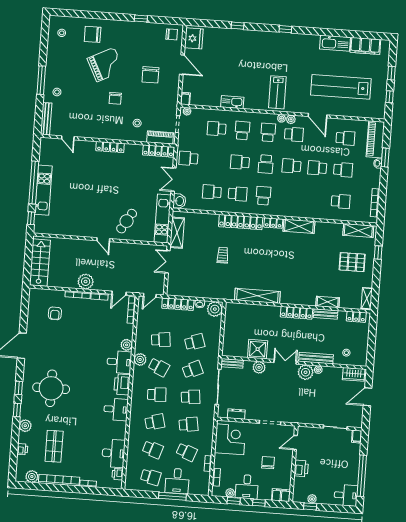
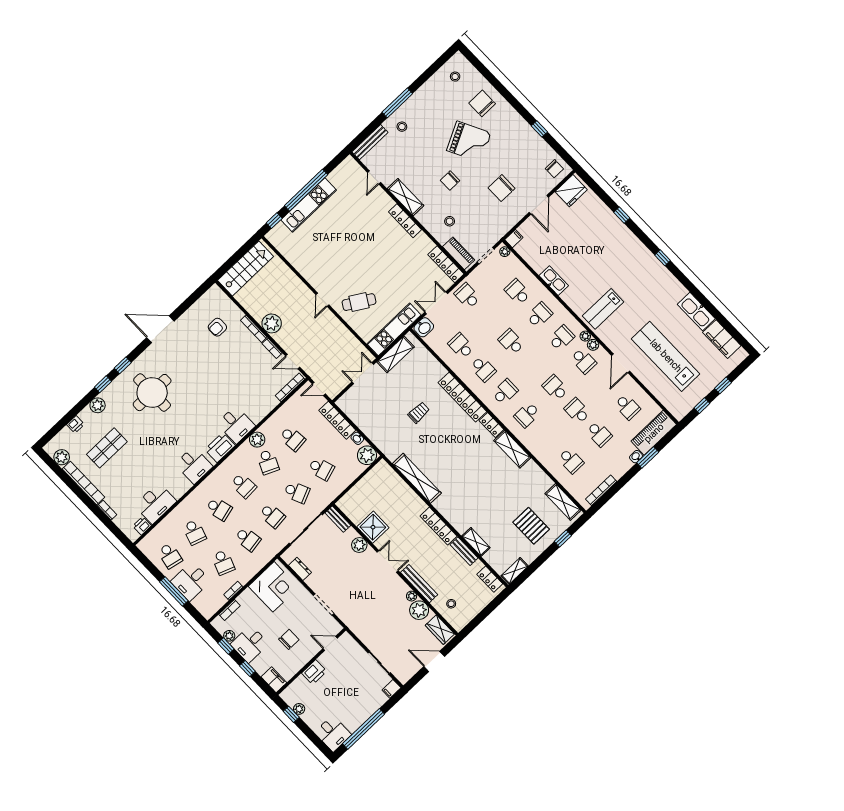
shelving: (97, 133) -> (405, 197), added
school desk: (266, 164) -> (527, 415), moved
plant: (127, 345) -> (257, 415), removed
plant: (306, 372) -> (419, 610), moved

